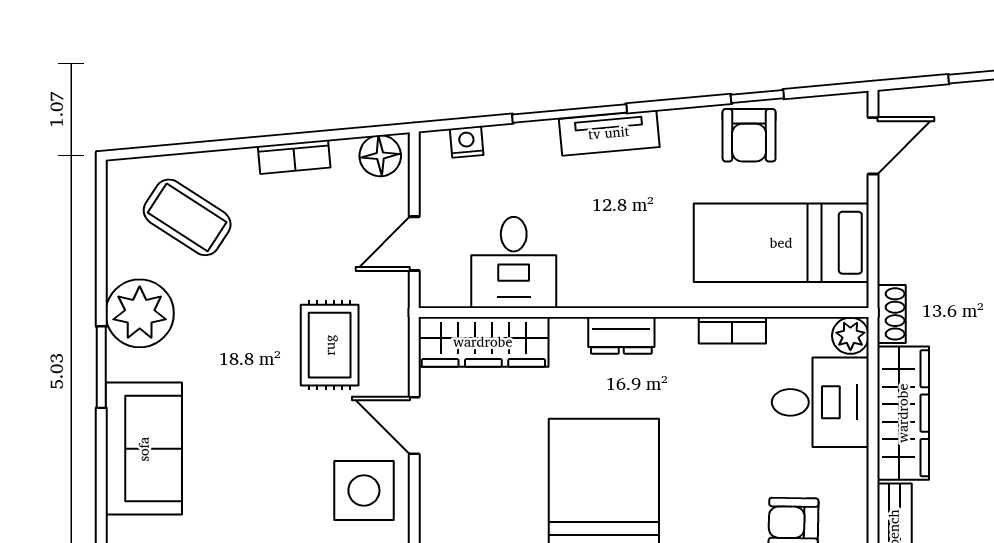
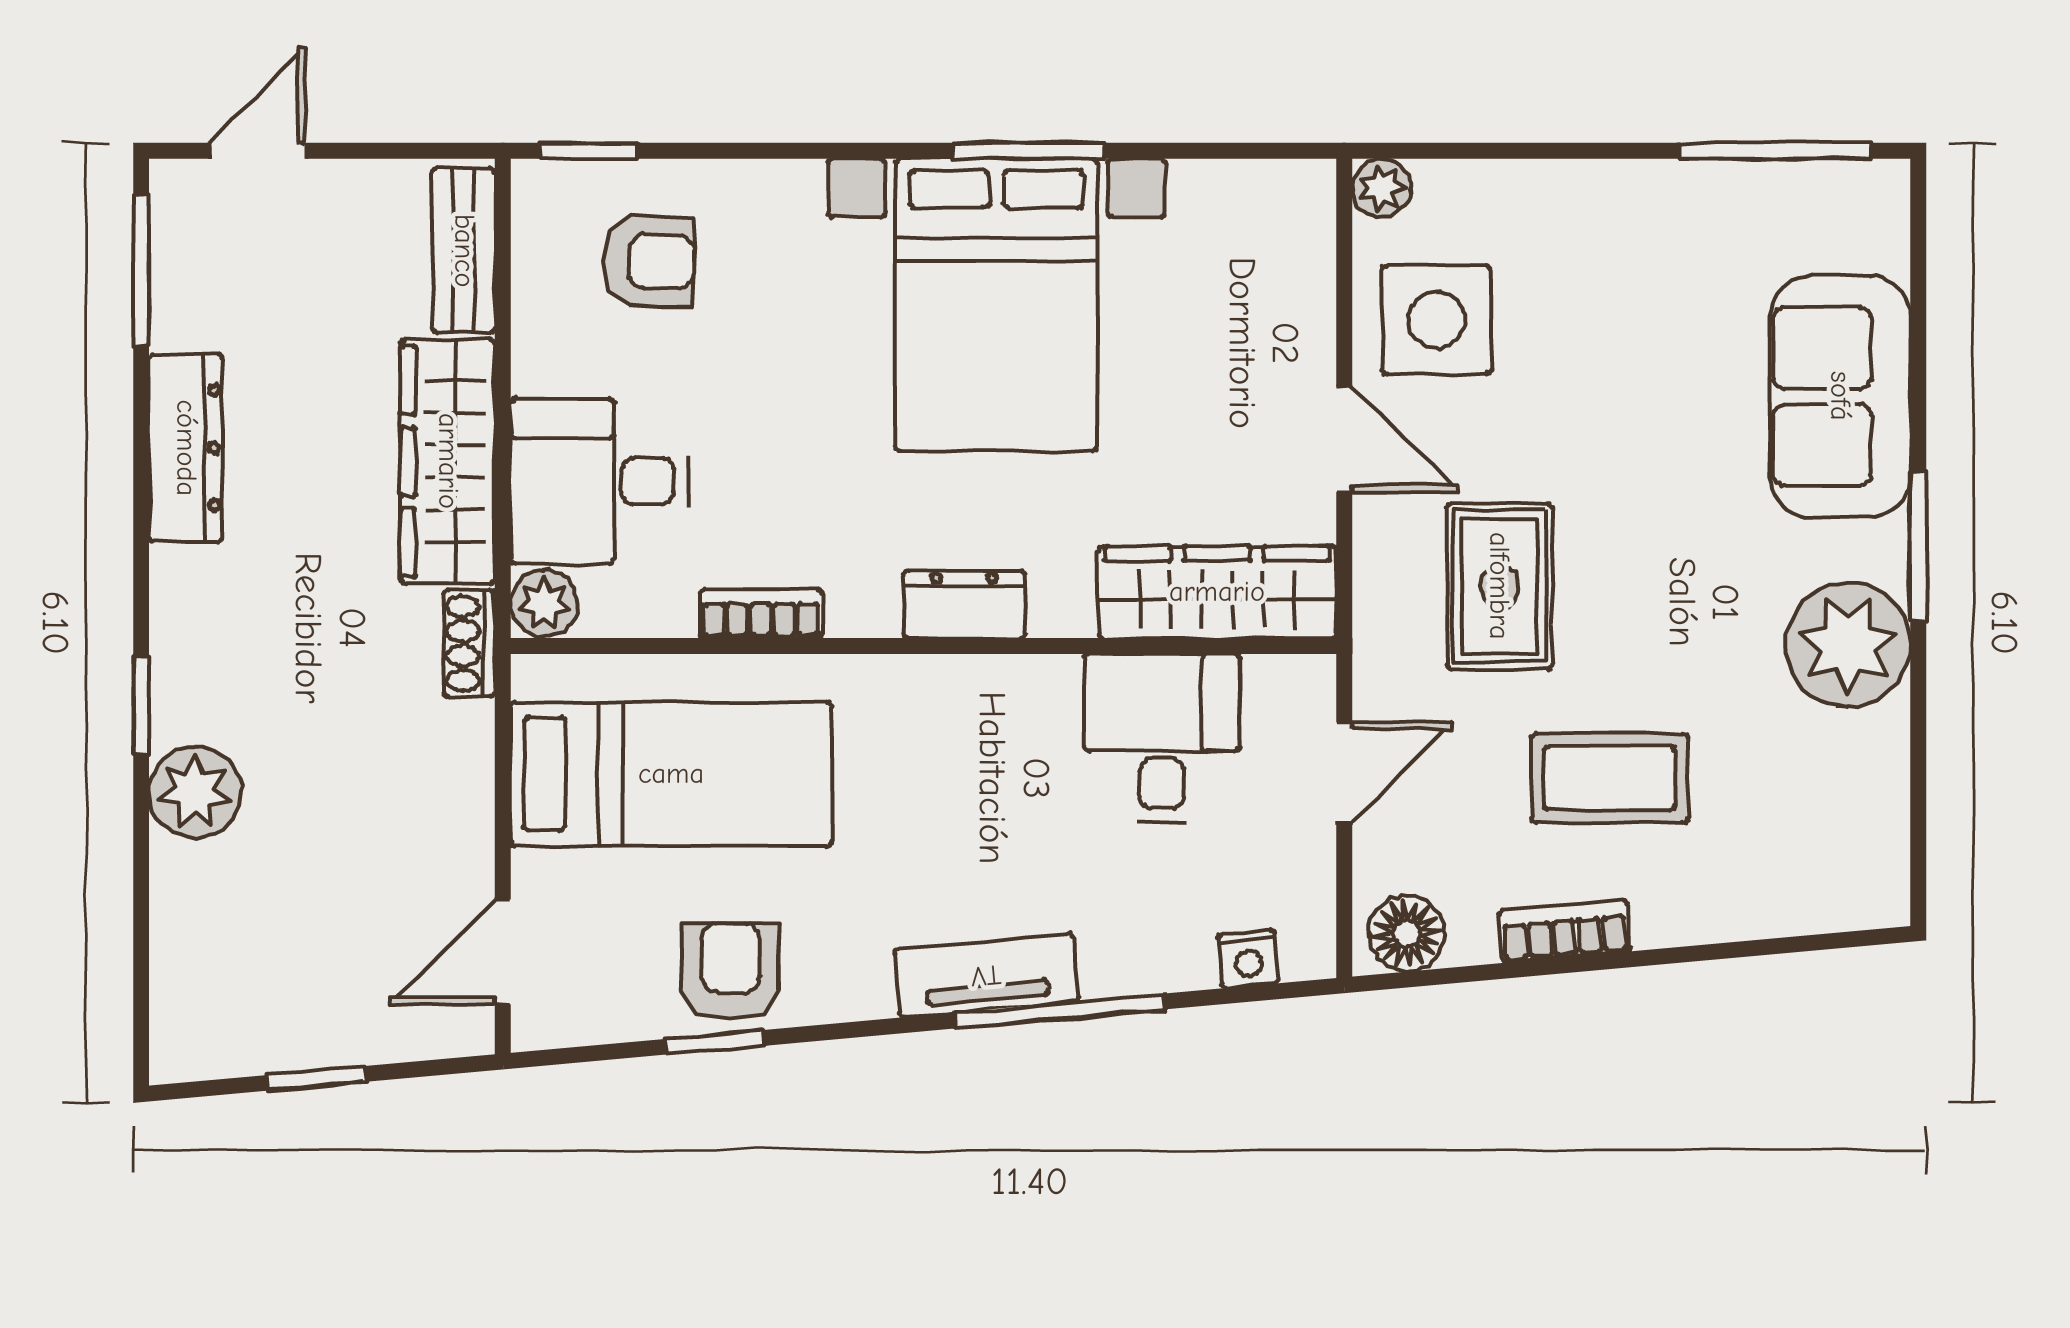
coffee table: (187, 217) -> (1610, 778), moved, turned -33

